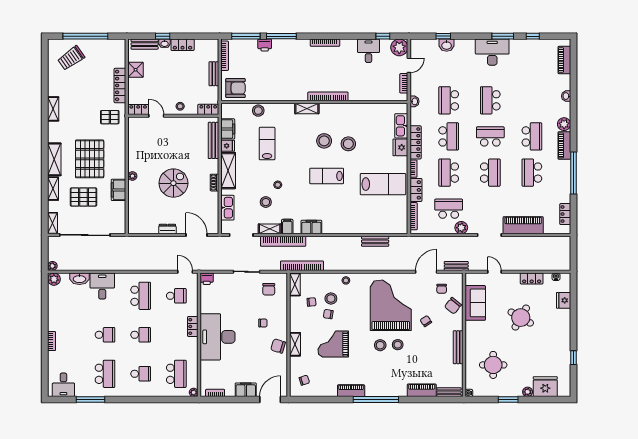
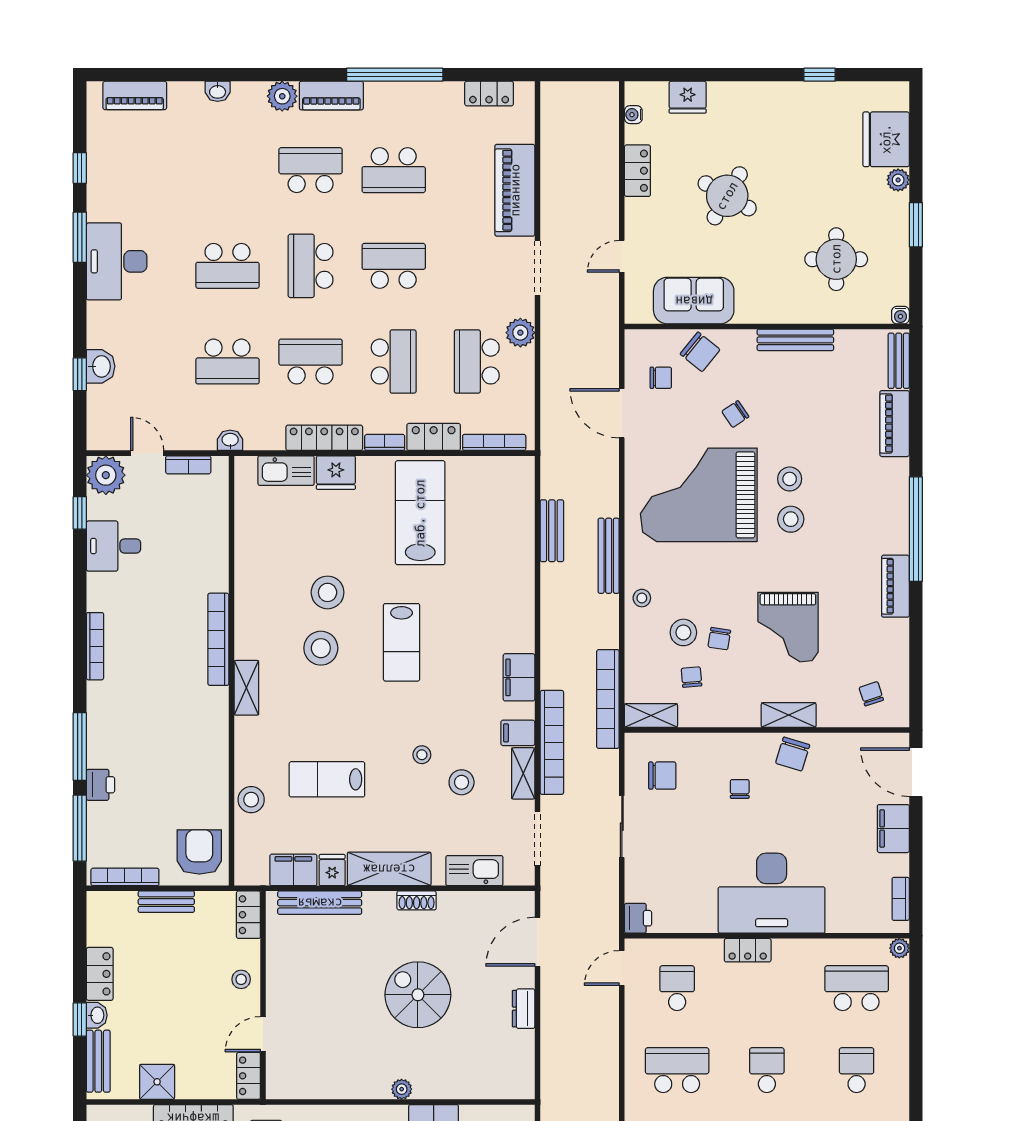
school desk: (449, 173) -> (394, 362), turned -90
bench: (456, 266) -> (609, 556), moved, width x1.36

